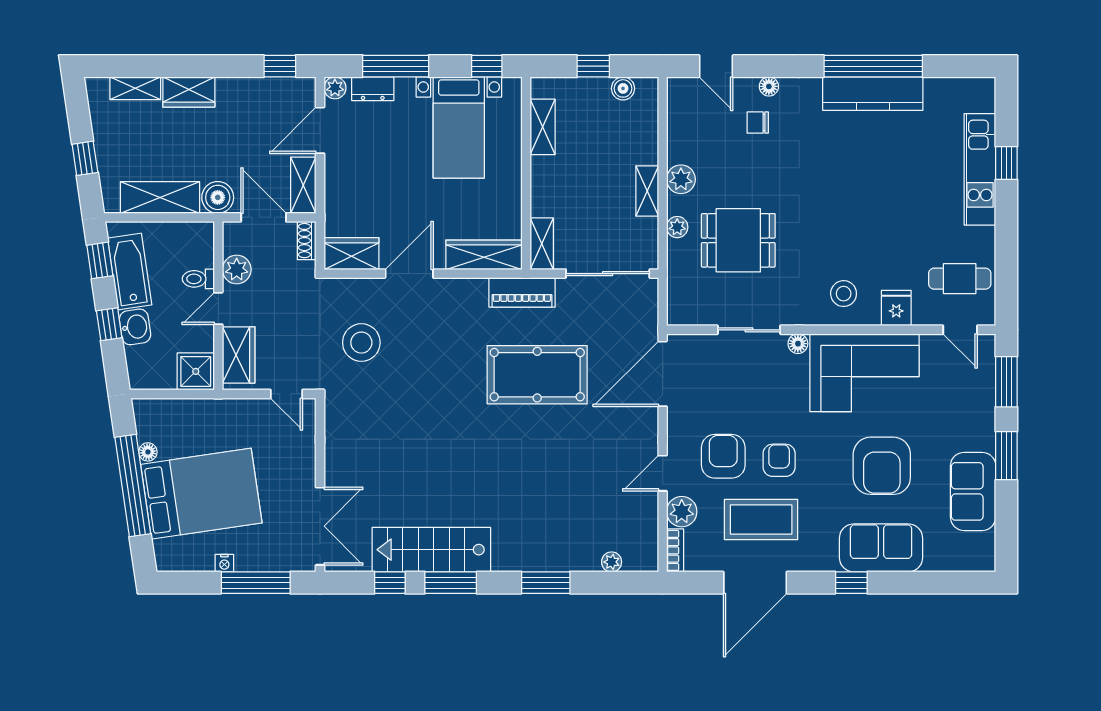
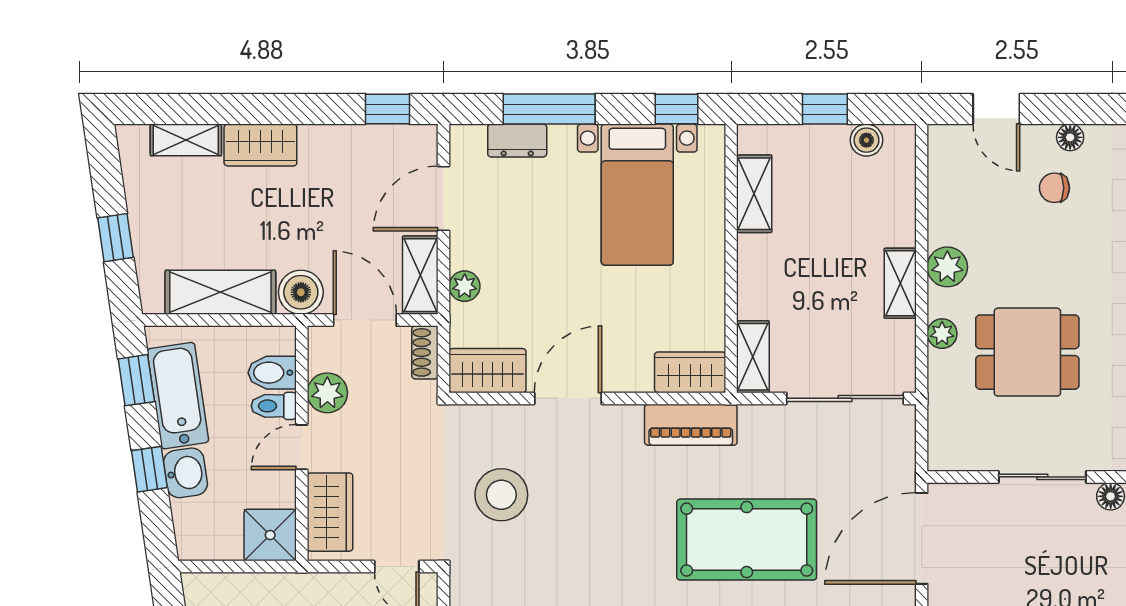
plant: (335, 88) -> (465, 286), moved
bidet: (197, 255) -> (272, 373), added
wardrobe: (484, 255) -> (690, 372), width x0.67
piano: (522, 292) -> (691, 425), moved

